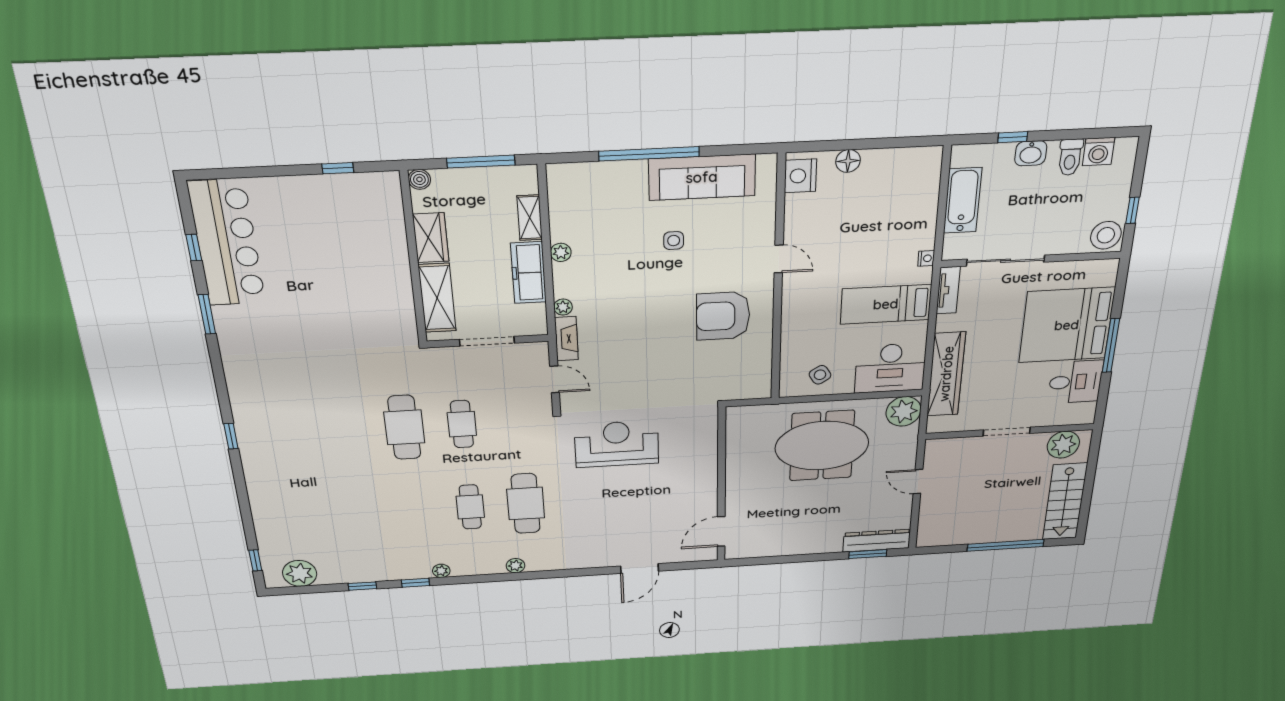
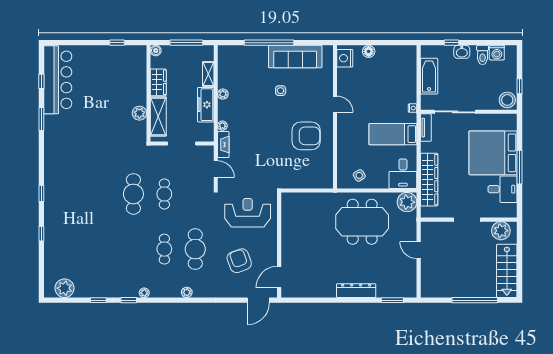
plant: (400, 294) -> (139, 113), added
armchair: (723, 316) -> (306, 136), turned 180
desk: (890, 368) -> (403, 174), width x0.73
wall: (721, 486) -> (279, 245), moved
armchair: (605, 516) -> (239, 261), added
door: (721, 531) -> (279, 277), moved
dresser: (877, 541) -> (356, 291), moved
window: (255, 560) -> (41, 234), moved

